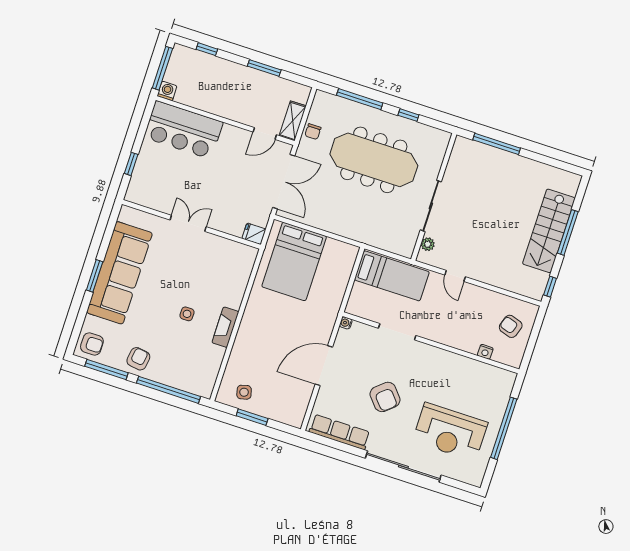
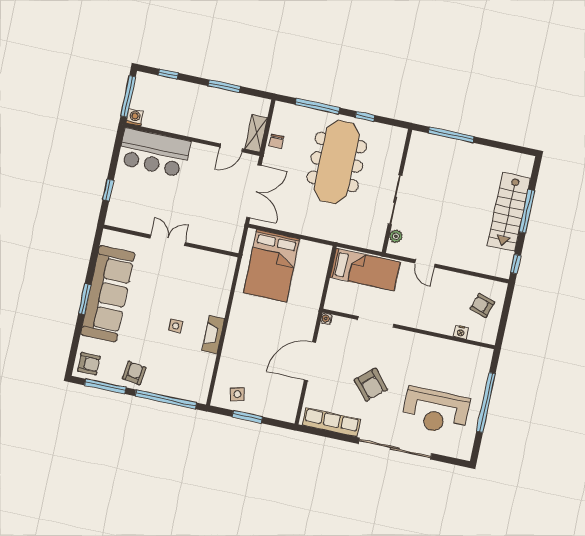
meeting table: (374, 160) -> (337, 162), turned 90
fridge: (254, 234) -> (231, 244), removed

